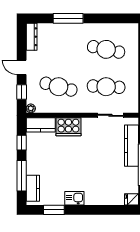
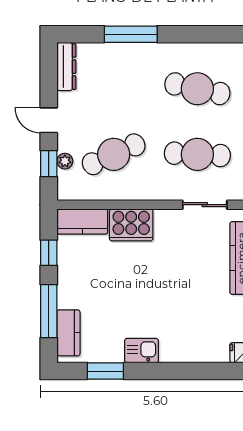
cafe table: (59, 87) -> (114, 154), turned -39
plant: (31, 108) -> (65, 161), moved

